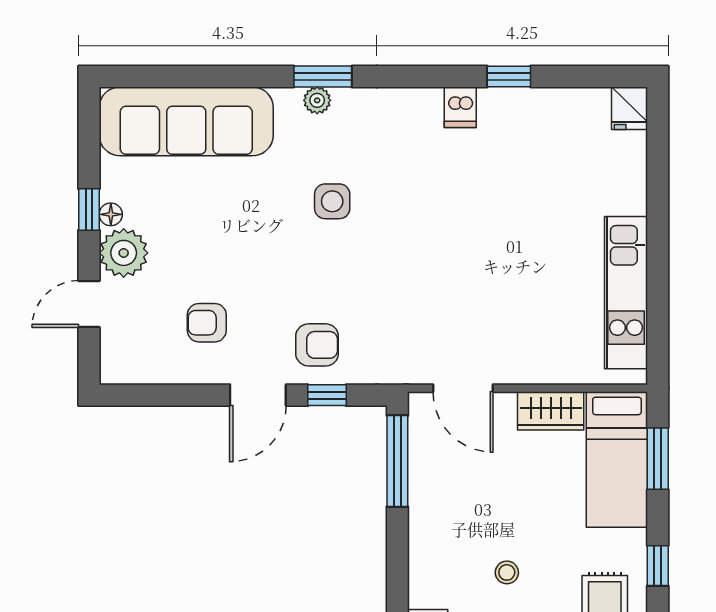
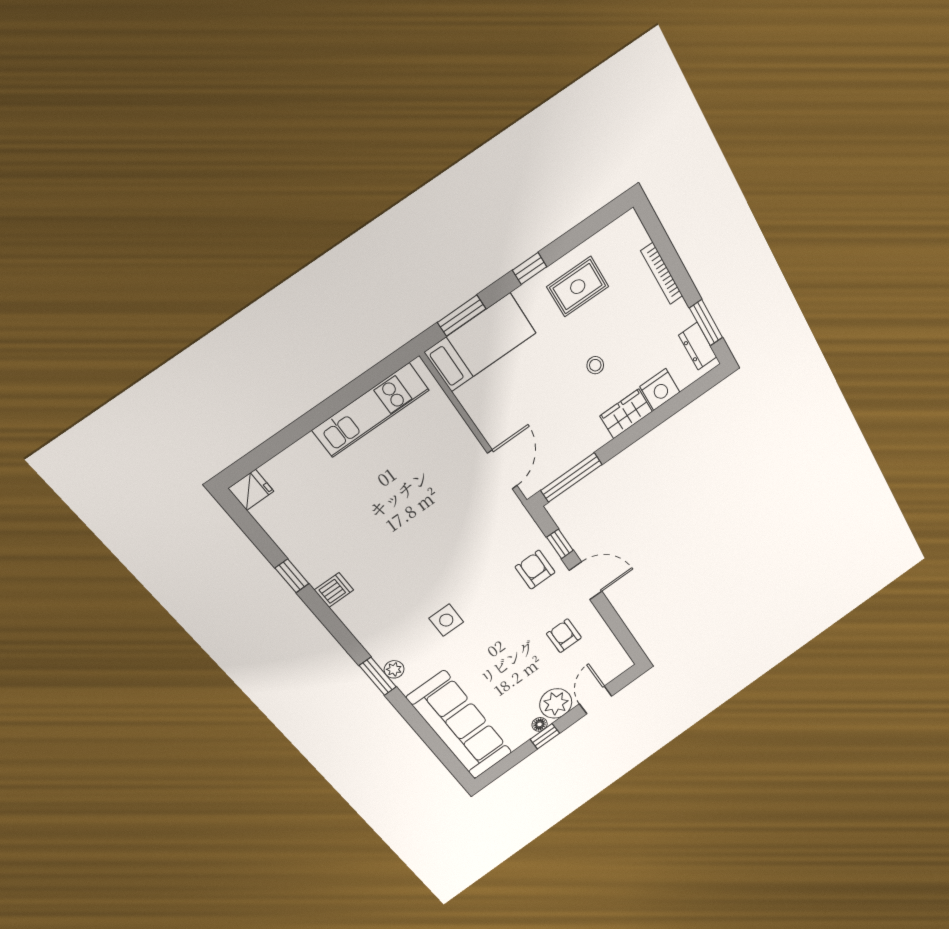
door: (89, 304) -> (596, 700), swing flipped
armchair: (207, 323) -> (564, 636), turned 180
wardrobe: (551, 411) -> (626, 414), moved, turned -90

